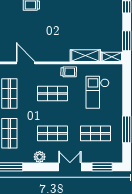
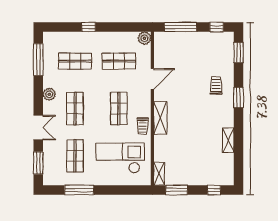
shelving: (85, 56) -> (160, 118), moved
checkout: (98, 92) -> (120, 158), width x1.36, depth x1.21

